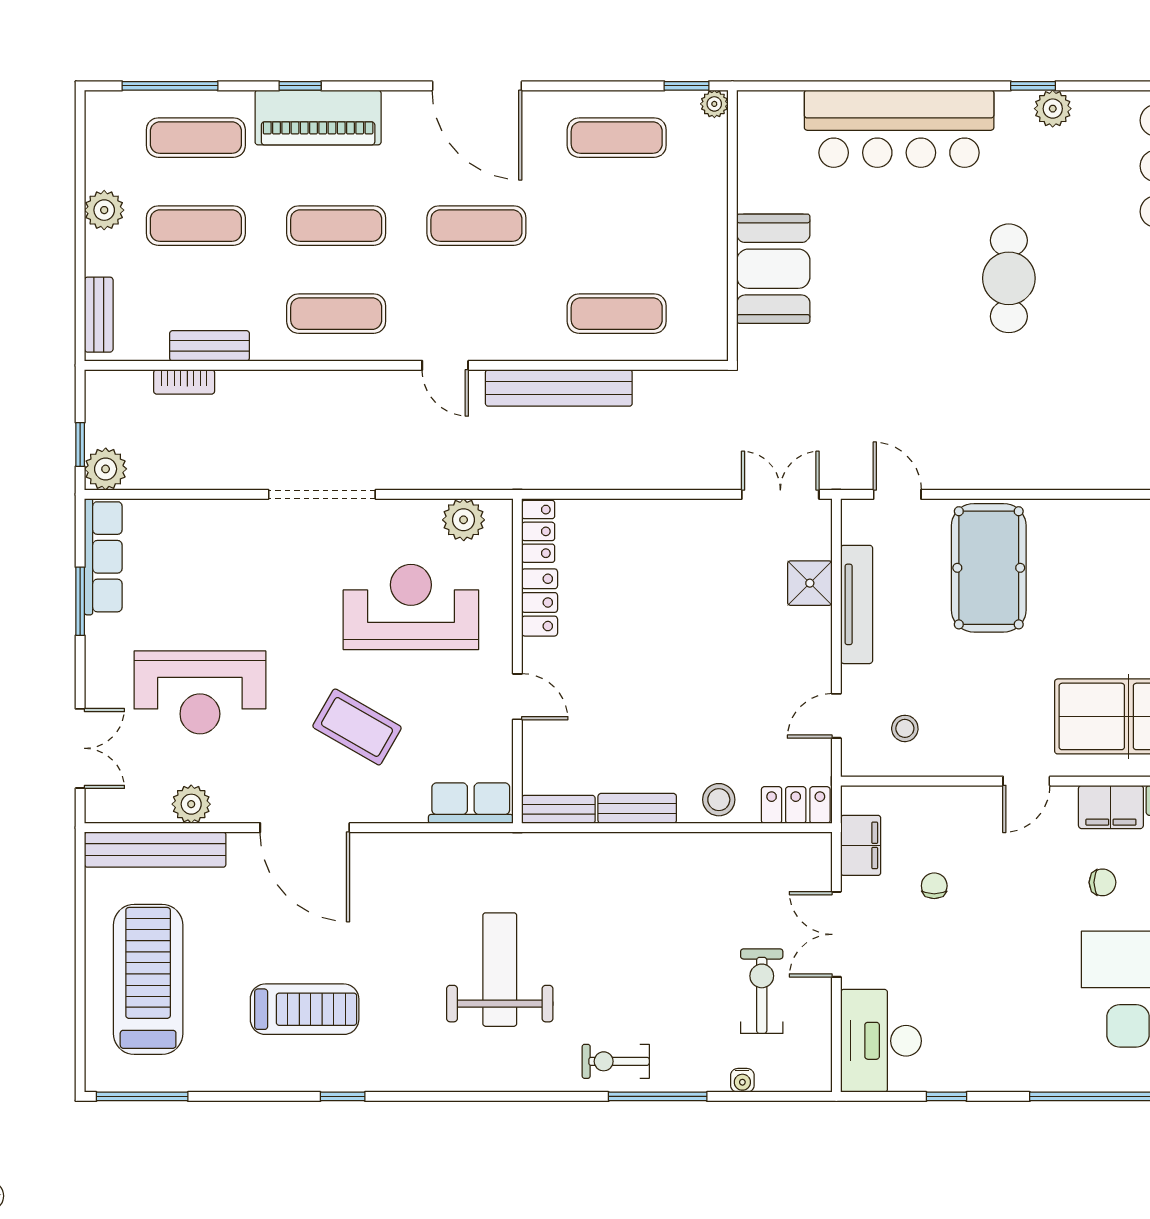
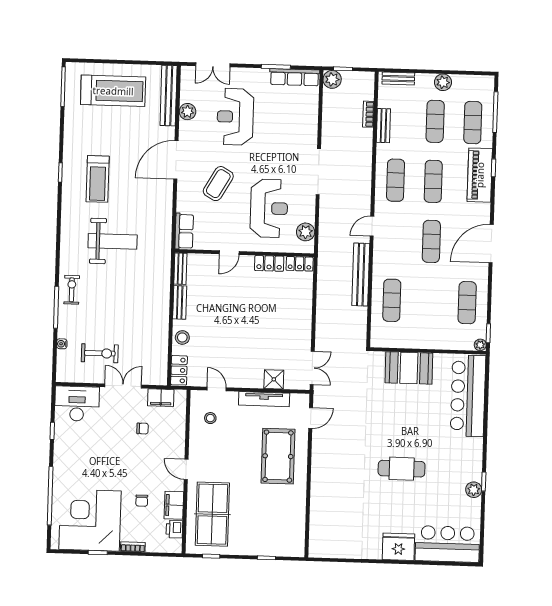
bar counter: (899, 129) -> (468, 396), moved
pool table: (989, 568) -> (278, 456), turned 90
treadmill: (305, 1009) -> (98, 179), moved

